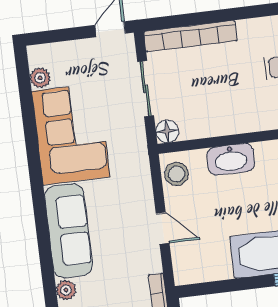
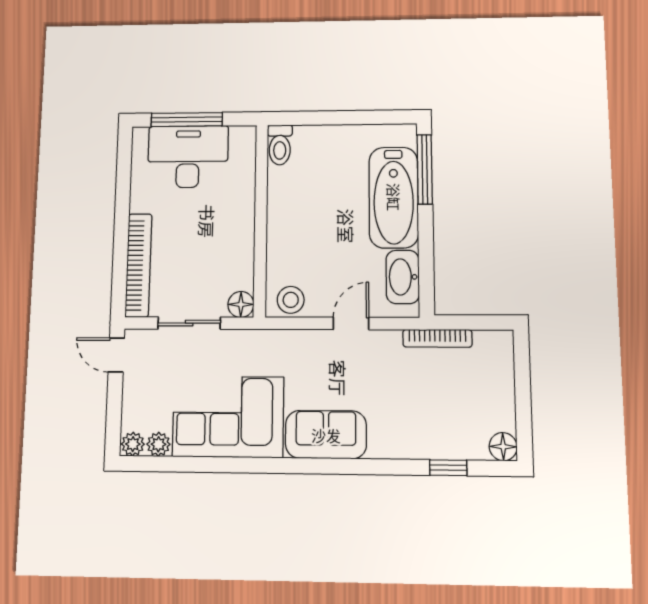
washbasin: (231, 159) -> (403, 277), moved, turned 180
sofa: (69, 231) -> (326, 435), width x0.73
plant: (66, 290) -> (133, 444), moved

